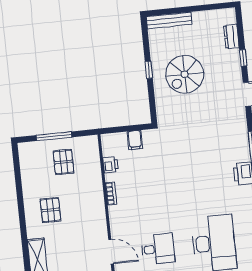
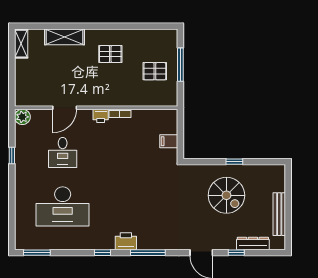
bench: (169, 21) -> (279, 214), moved
dresser: (231, 37) -> (253, 244), width x1.44
spiral stairs: (185, 74) -> (226, 195), turned 180
printer: (111, 165) -> (101, 116), moved

